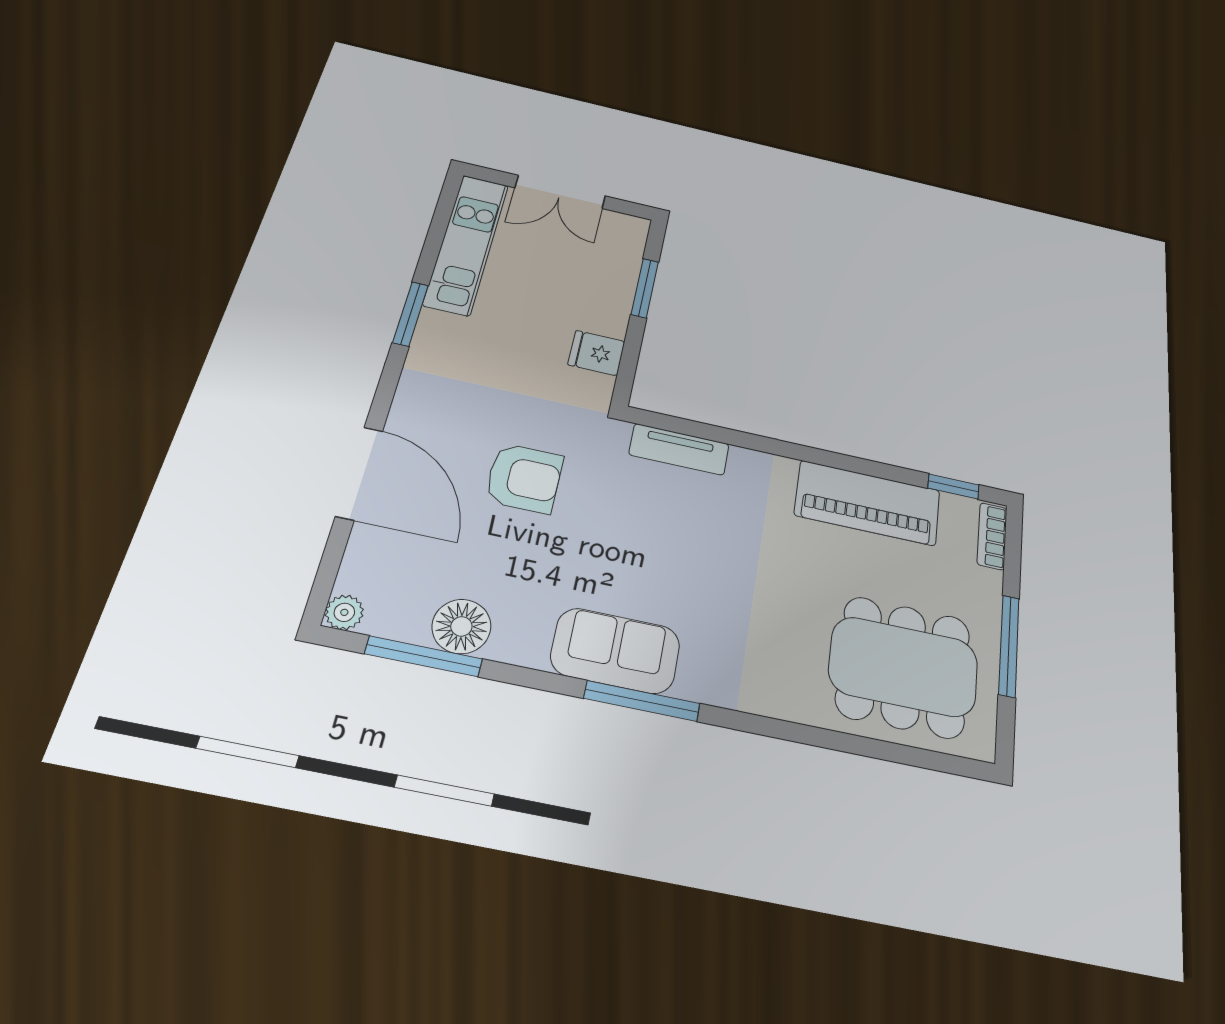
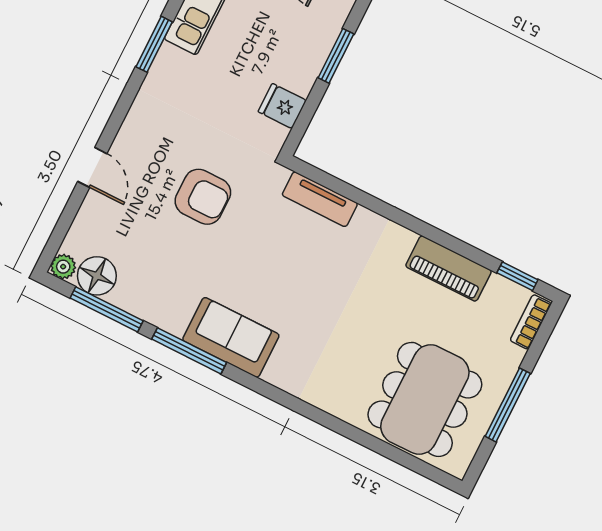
door: (359, 473) -> (92, 167), width x0.53
piano: (868, 503) -> (449, 268), width x0.73, depth x0.75
floor lamp: (461, 626) -> (97, 276), moved
dining table: (904, 667) -> (425, 399), turned 90
window: (642, 701) -> (189, 351), moved

